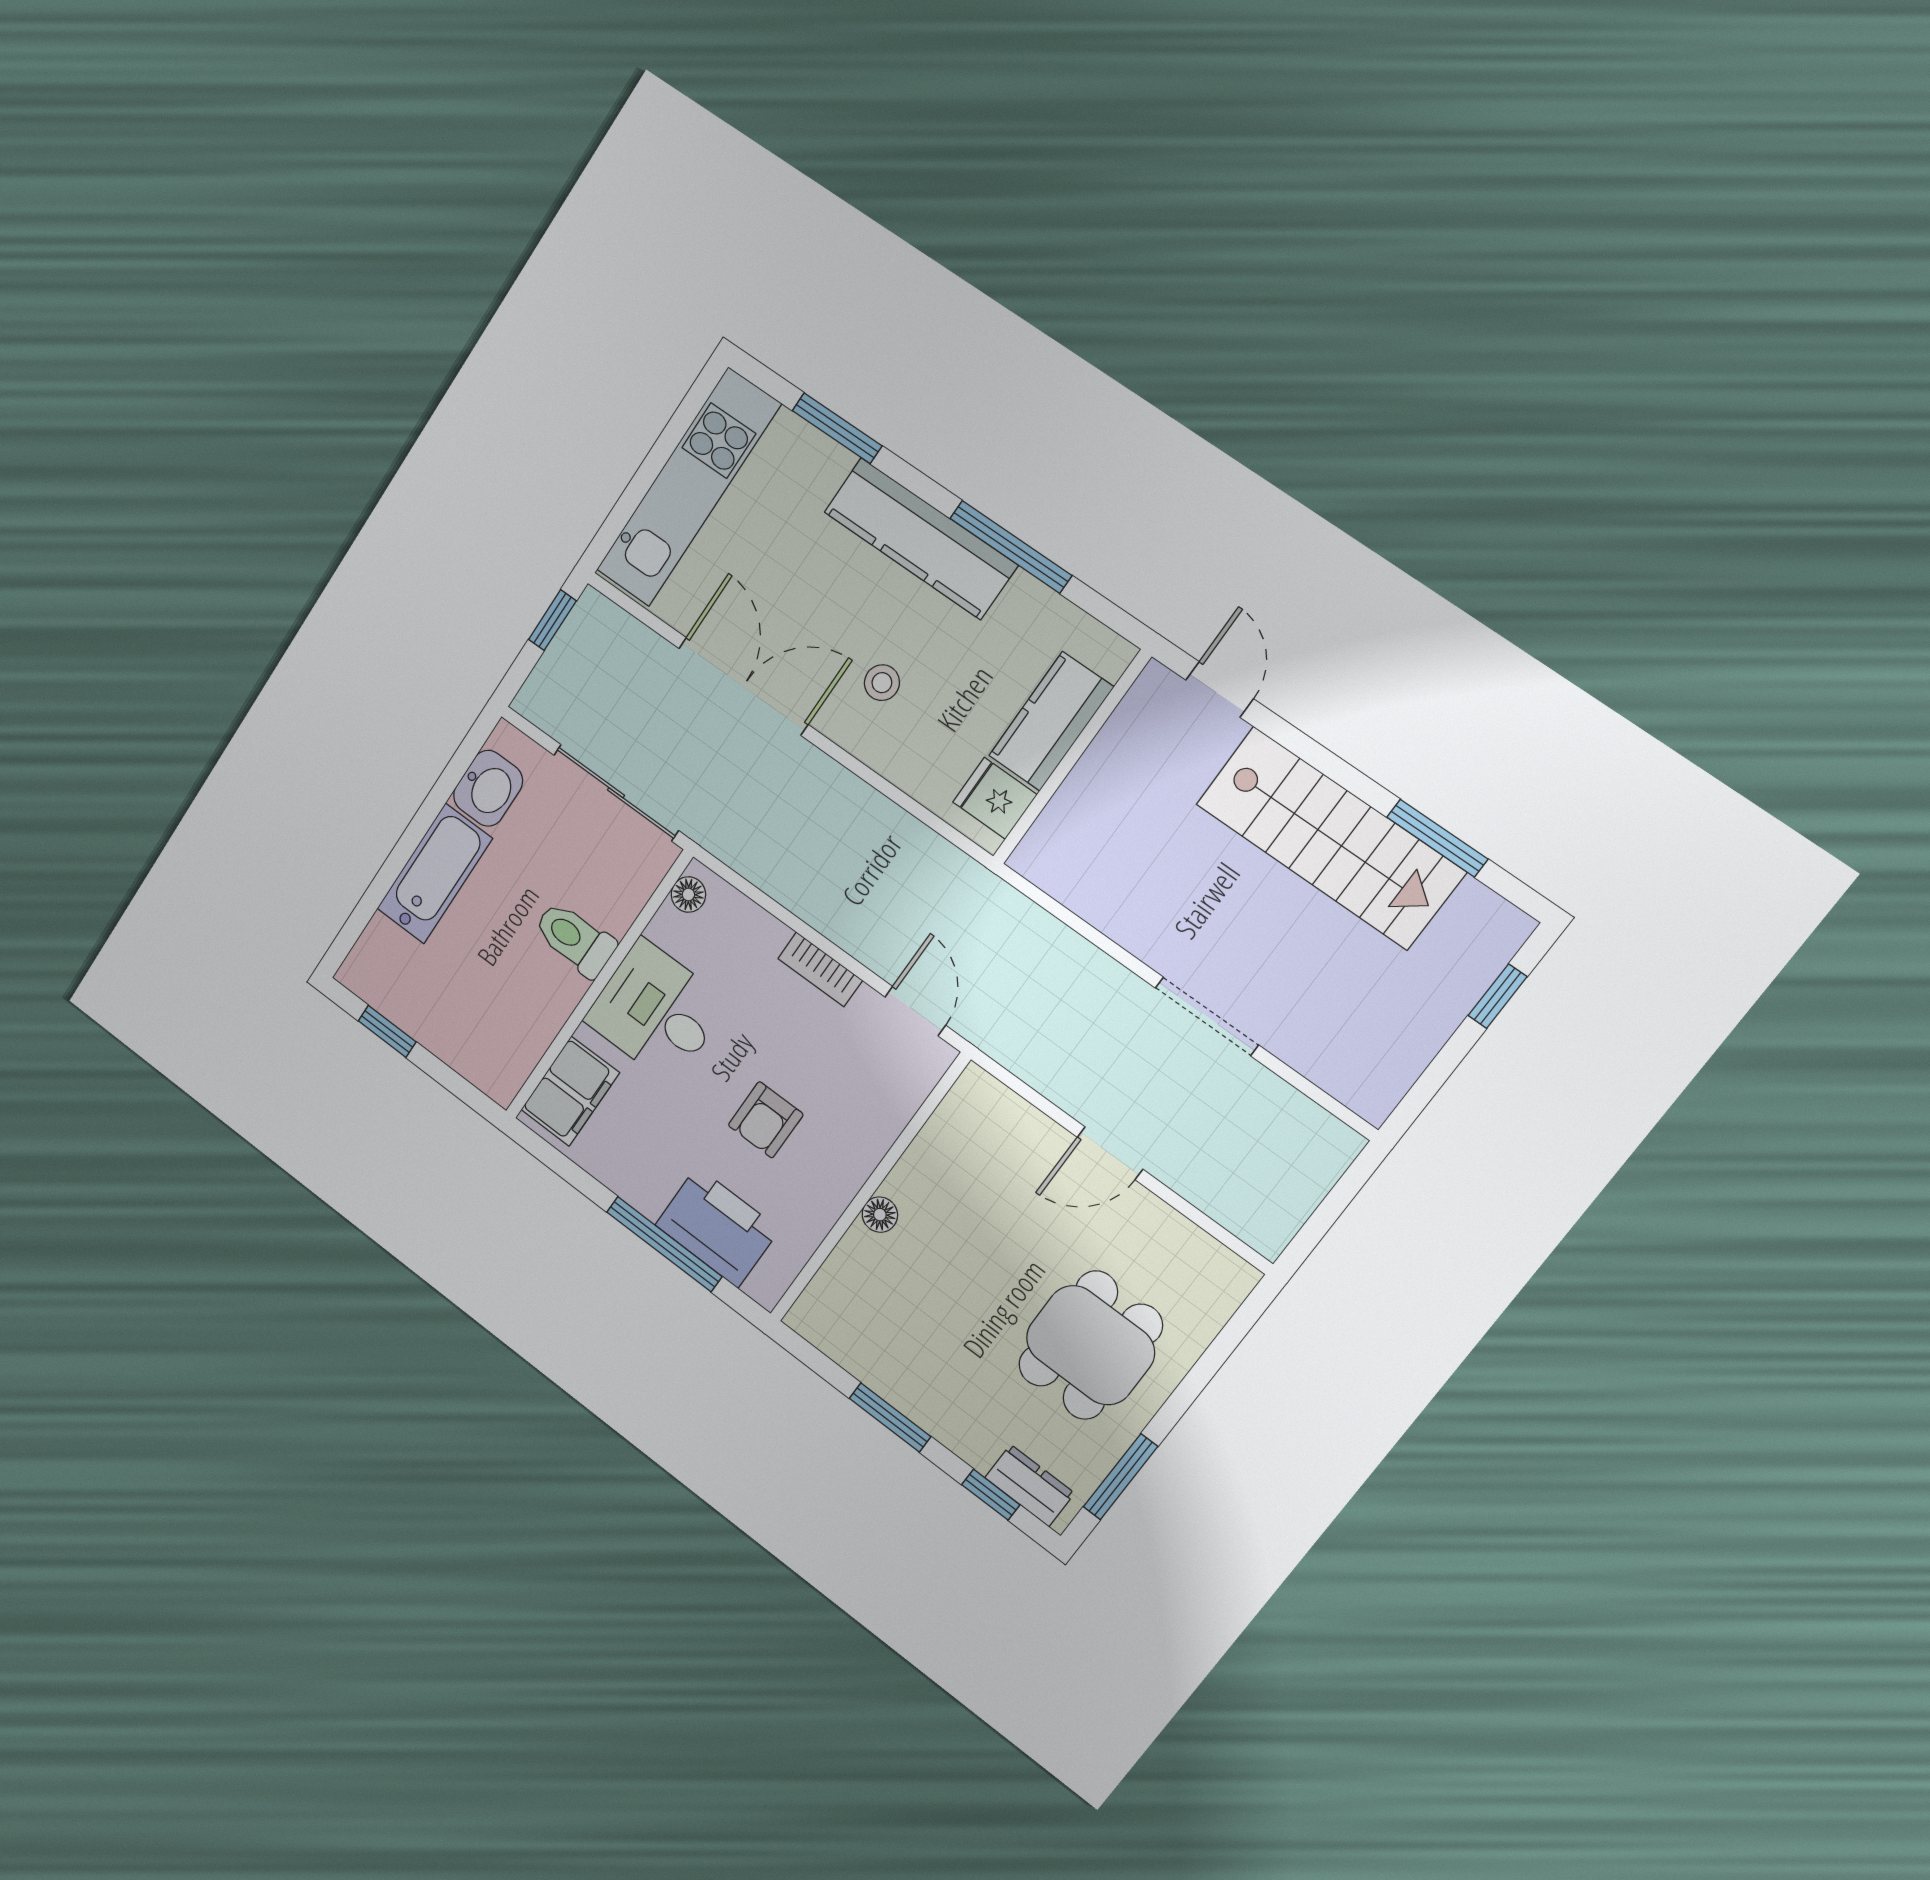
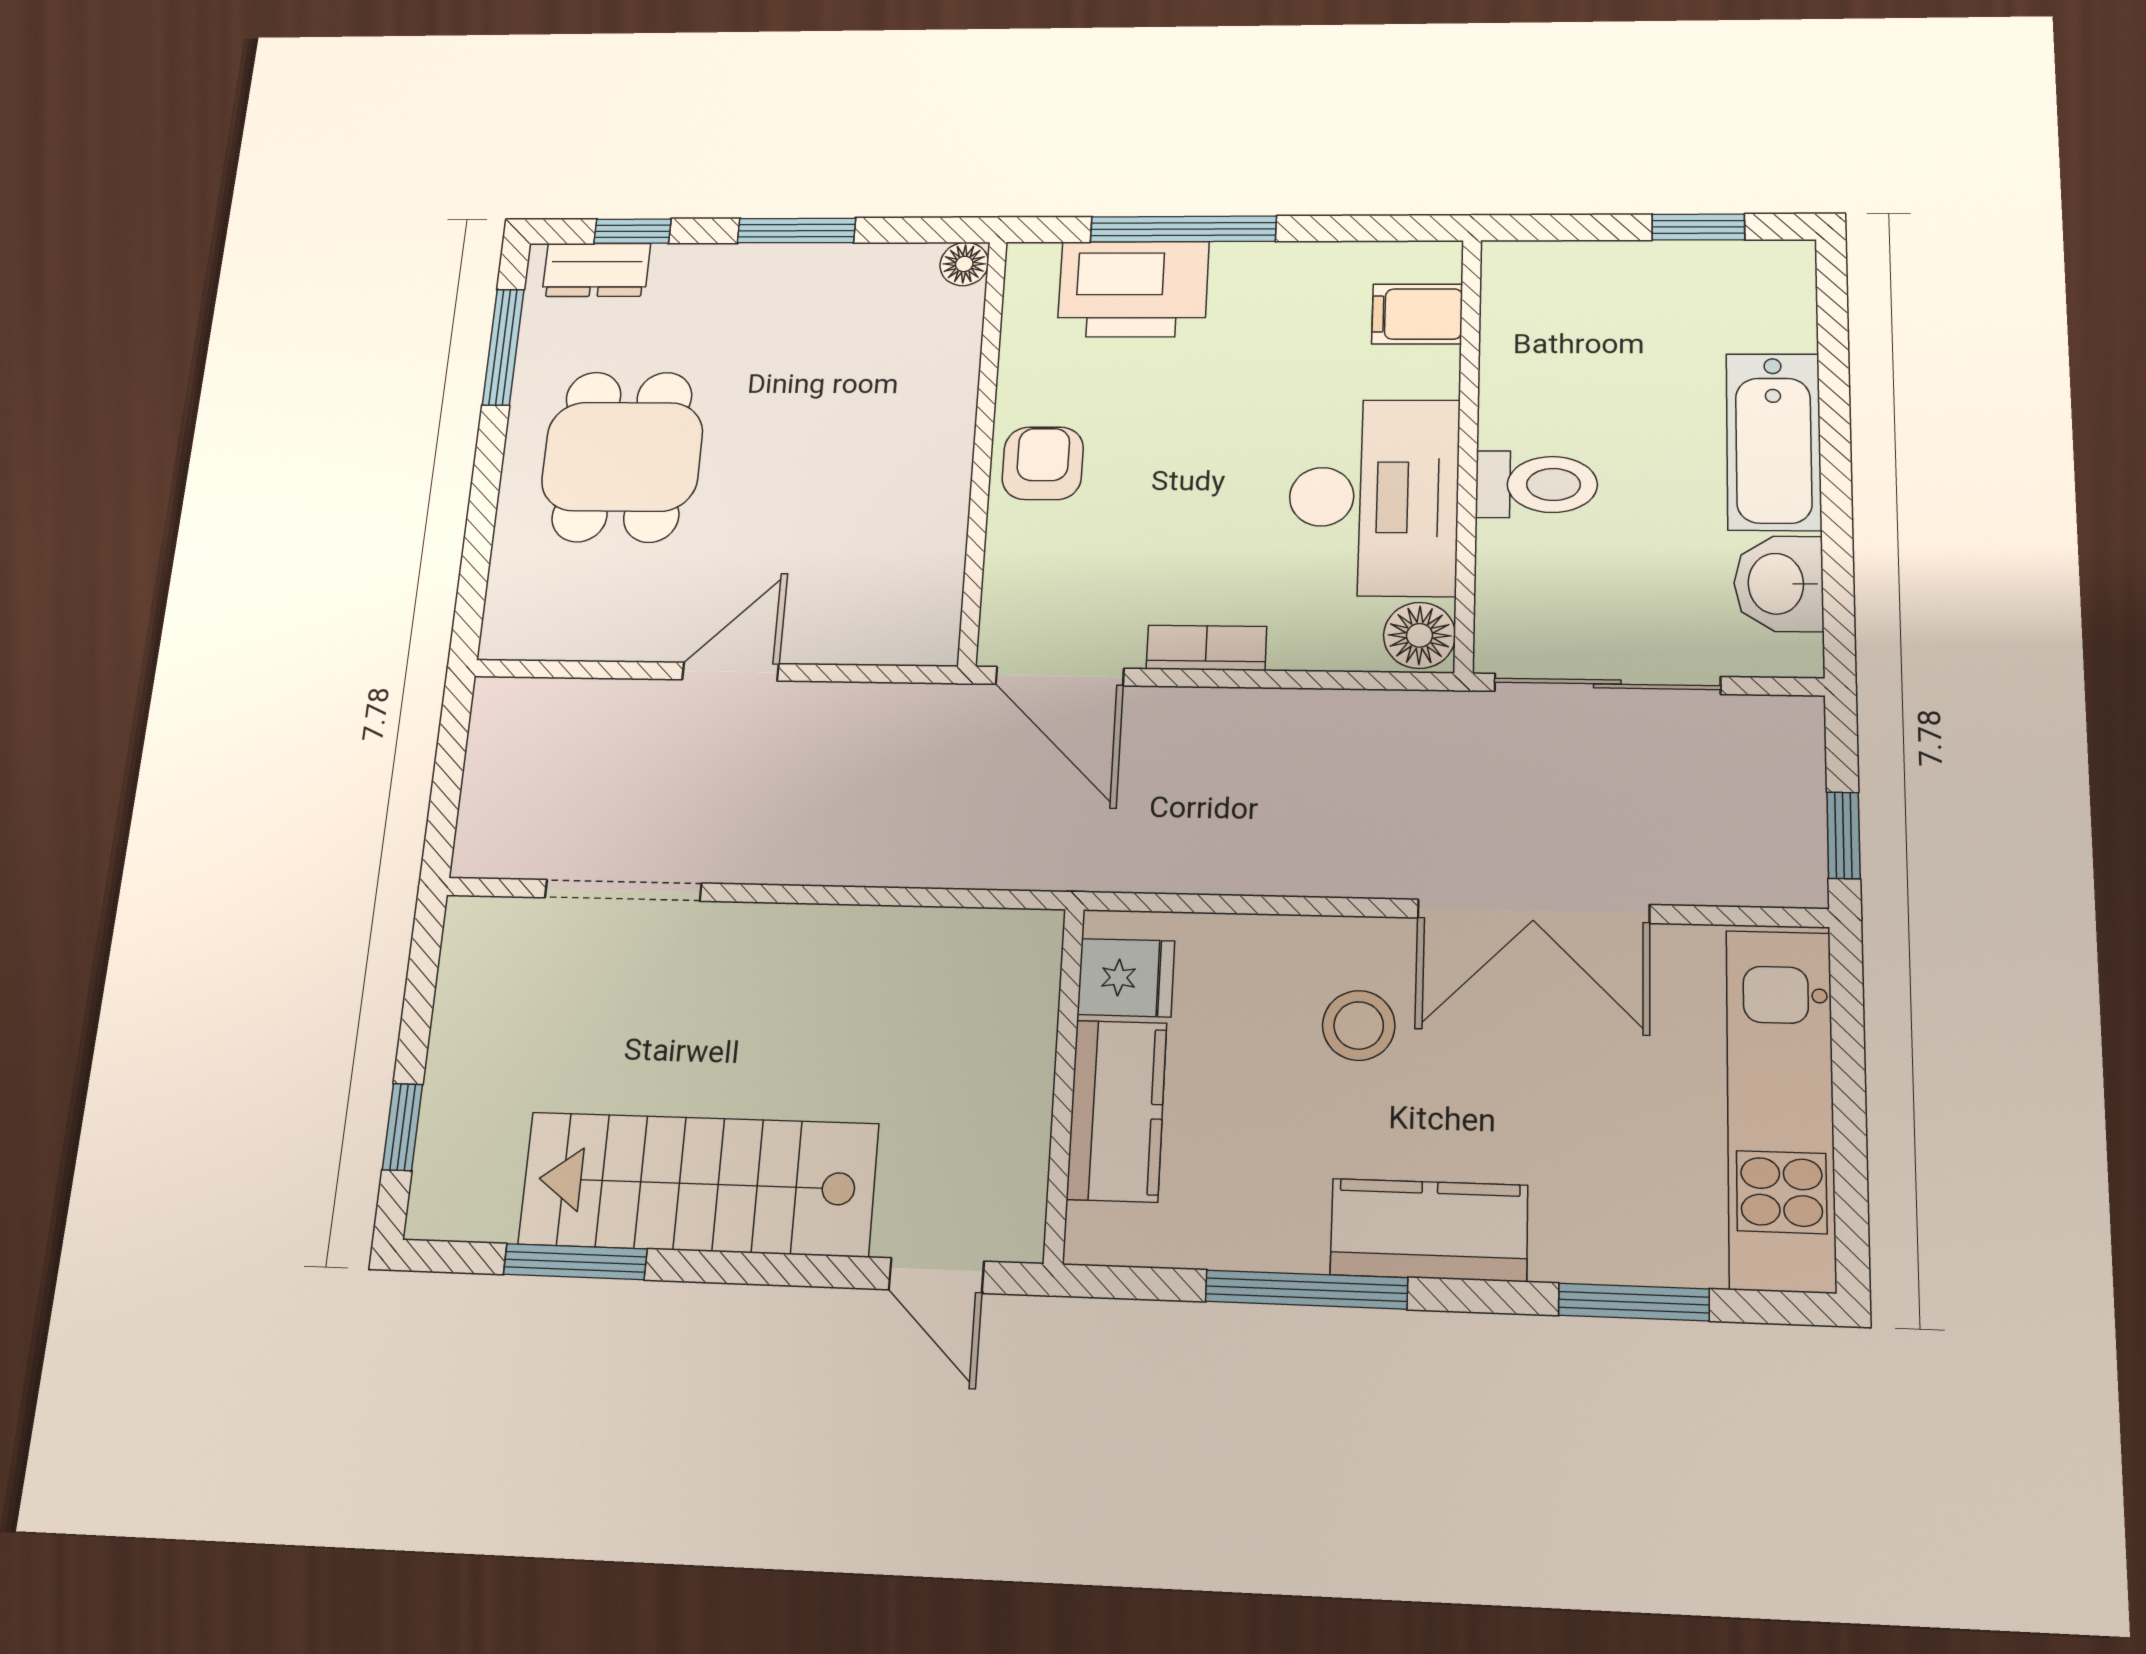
kitchen counter: (921, 539) -> (1429, 1230), width x0.67
stool: (882, 683) -> (1359, 1025), width x1.37, depth x1.37
floor lamp: (688, 894) -> (1419, 635), width x1.37, depth x1.37
door: (915, 1011) -> (1060, 676), width x1.38
desk: (656, 1012) -> (1374, 497), width x1.37
doorway: (1207, 1016) -> (623, 890), moved
filing cabinet: (570, 1091) -> (1417, 314), width x0.50
armchair: (766, 1120) -> (1043, 463), moved
floor lamp: (880, 1215) -> (964, 264), moved

